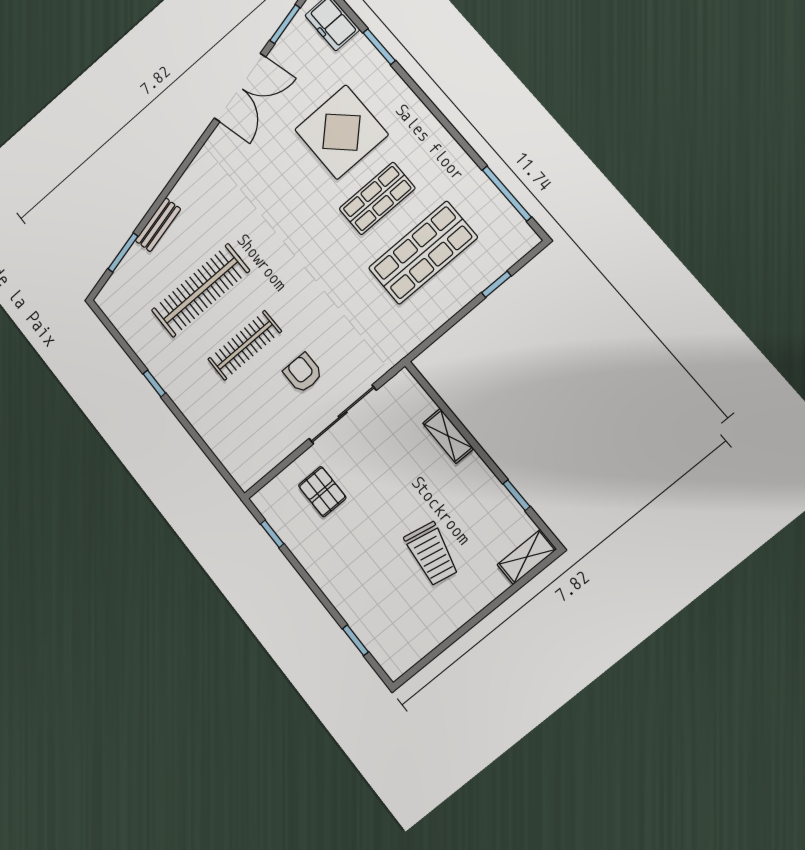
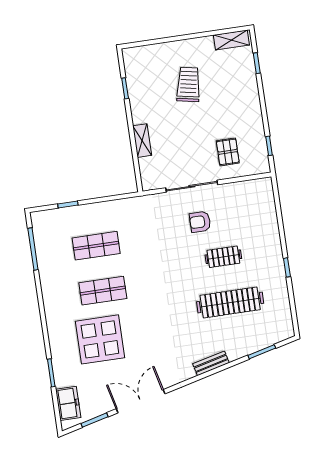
bench: (158, 225) -> (211, 363), moved
shop shelf: (423, 253) -> (96, 246), width x0.70, depth x0.74
clothes rail: (245, 345) -> (223, 257), width x0.73
armchair: (303, 373) -> (200, 222), turned 90
shelving: (527, 557) -> (231, 40), moved

